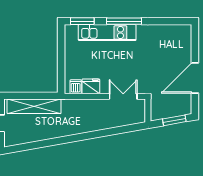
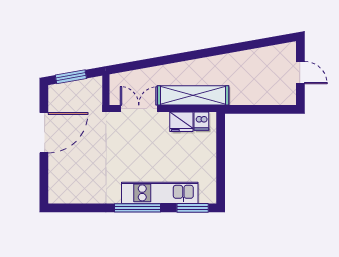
double door: (123, 96) -> (139, 108), swing flipped
shelving: (34, 106) -> (193, 95), moved

